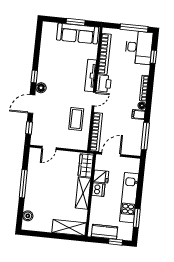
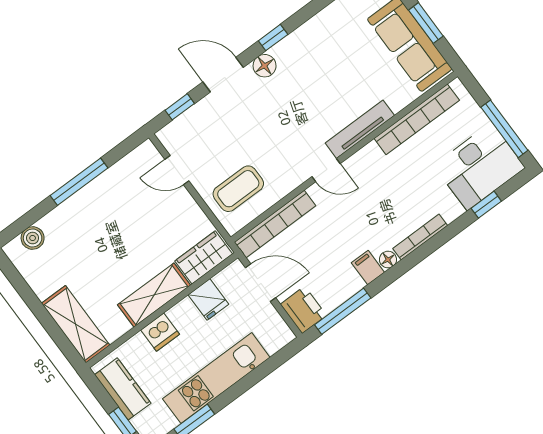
printer: (104, 83) -> (303, 310), moved, turned -90
coffee table: (76, 119) -> (238, 189), moved
dishwasher: (98, 190) -> (160, 332), moved

